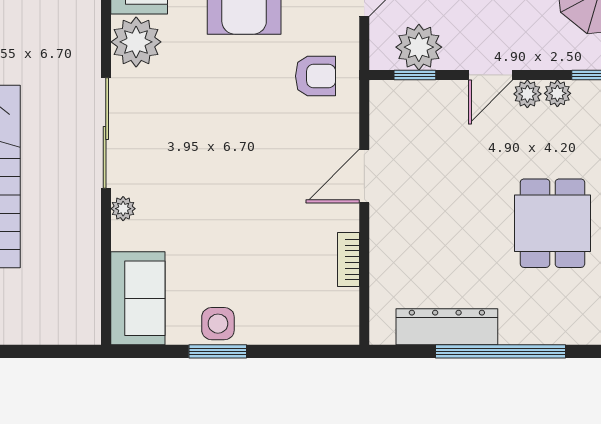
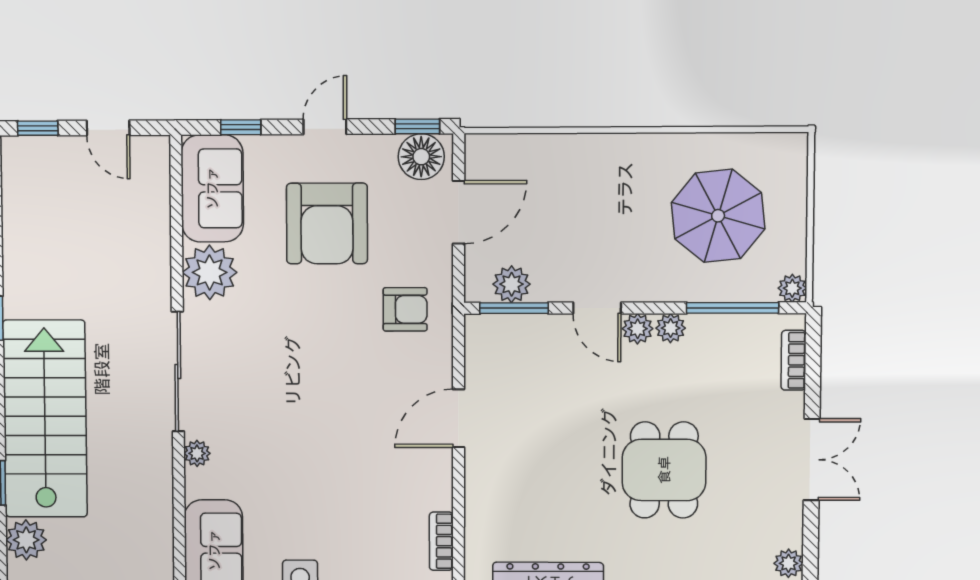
plant: (419, 47) -> (512, 284), width x0.73, depth x0.73
window: (415, 75) -> (514, 308), width x1.50
door: (491, 75) -> (597, 308), hinge flipped
bookcase: (349, 260) -> (441, 541), moved

